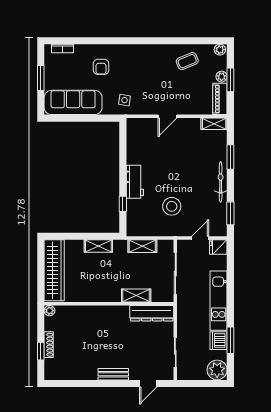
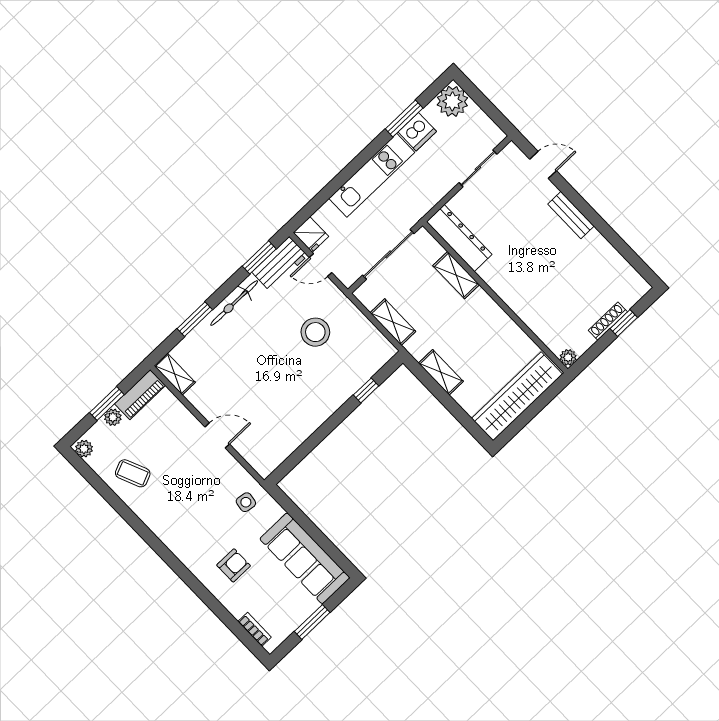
workbench: (135, 182) -> (280, 264), moved, turned 180

